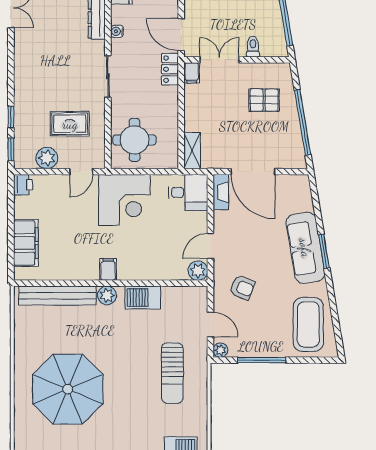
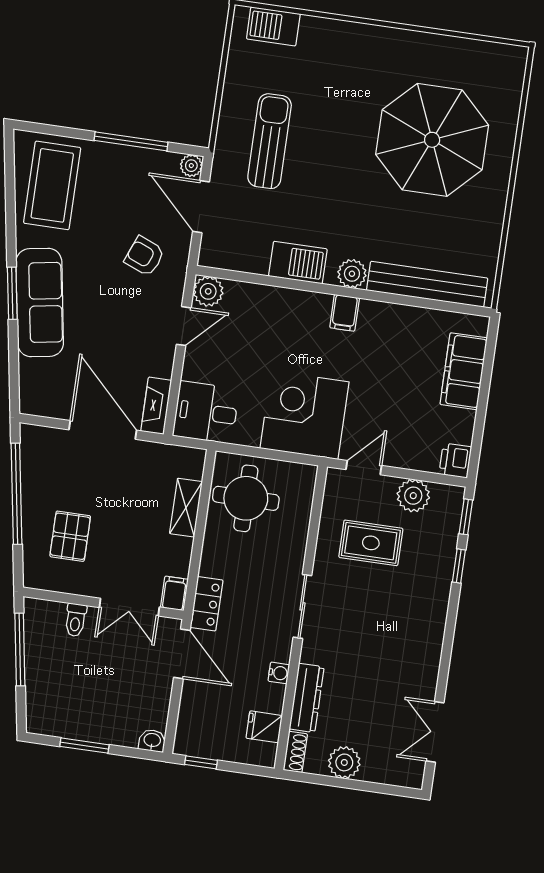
pallet: (264, 100) -> (70, 536), turned 90
round table: (134, 140) -> (246, 498), moved
shelving: (192, 151) -> (186, 508), moved
door: (210, 325) -> (201, 207), width x1.38

